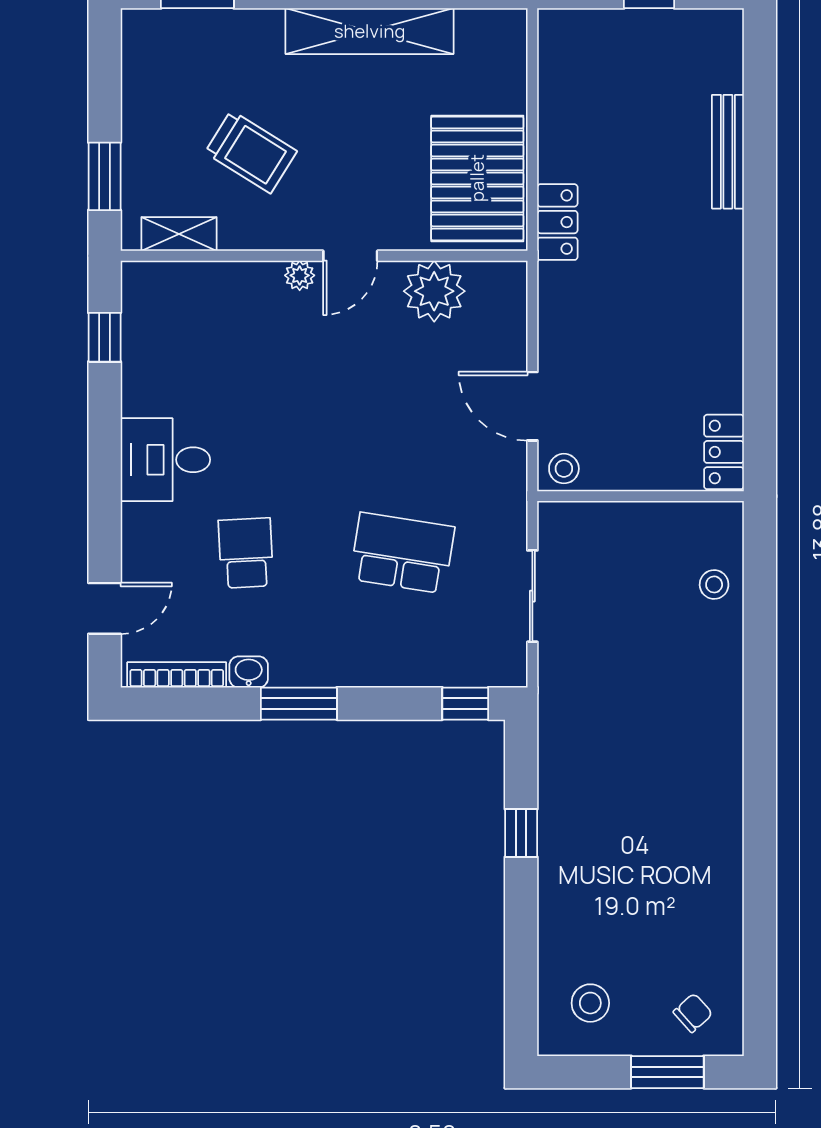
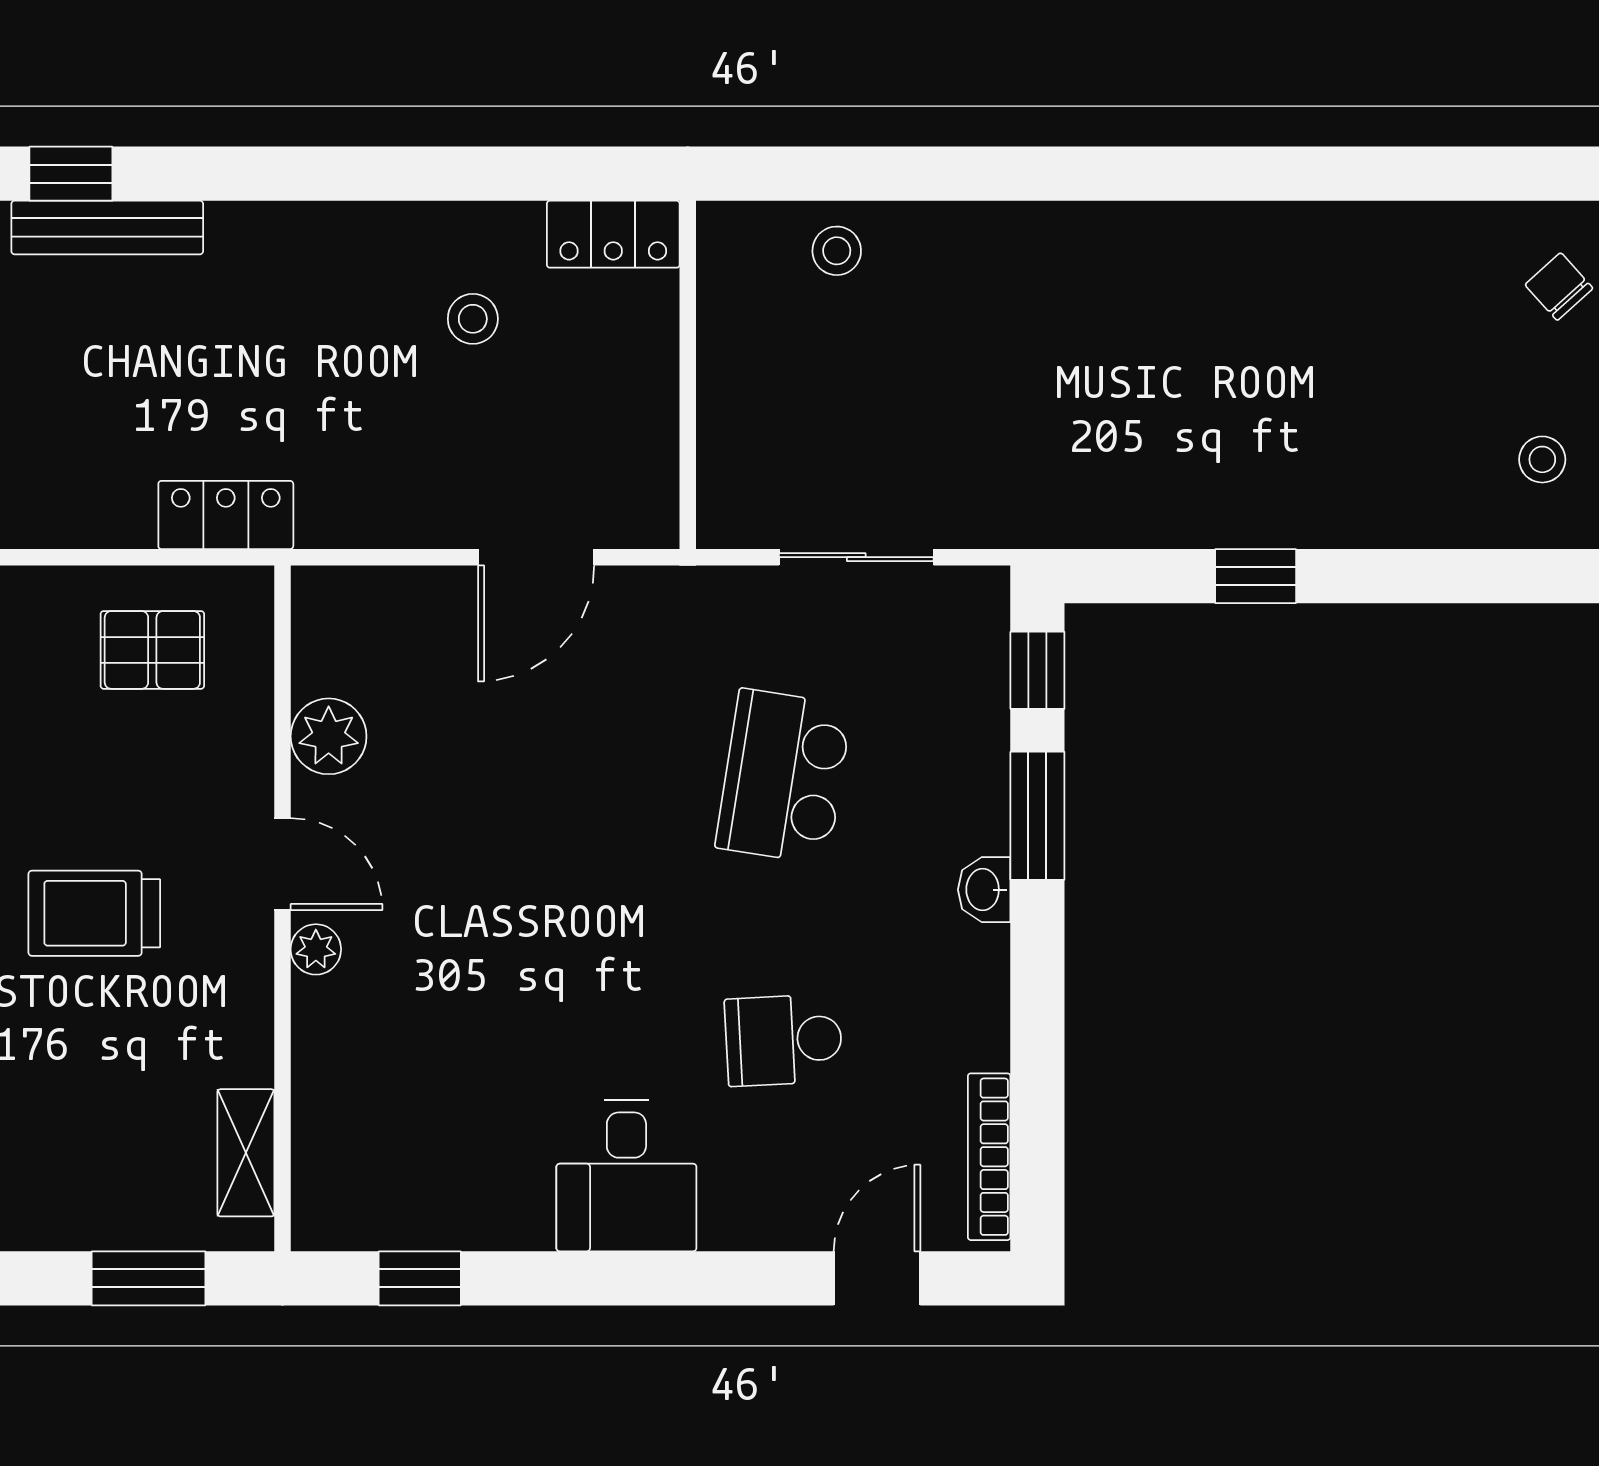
window: (760, 130) -> (71, 174), added
trolley: (251, 152) -> (94, 913), moved, turned -122
pallet: (477, 178) -> (152, 650), width x0.49, depth x0.50
plant: (434, 291) -> (329, 736), width x0.73, depth x0.73
stool: (564, 469) -> (473, 319), moved
door: (105, 608) -> (877, 1278), hinge flipped
washbasin: (249, 672) -> (984, 890), moved
window: (299, 704) -> (1037, 816), moved
stool: (590, 1003) -> (1542, 459), width x0.73, depth x0.73

